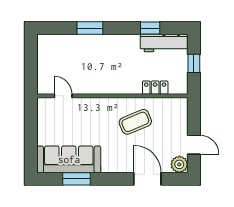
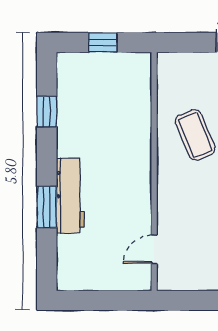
workbench: (164, 43) -> (70, 196), moved
locker: (155, 88) -> (141, 104), removed

